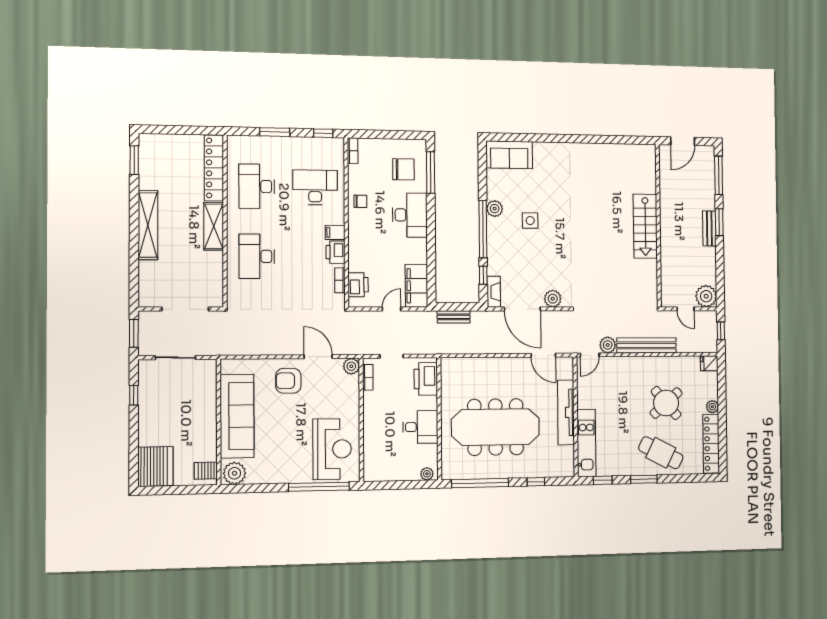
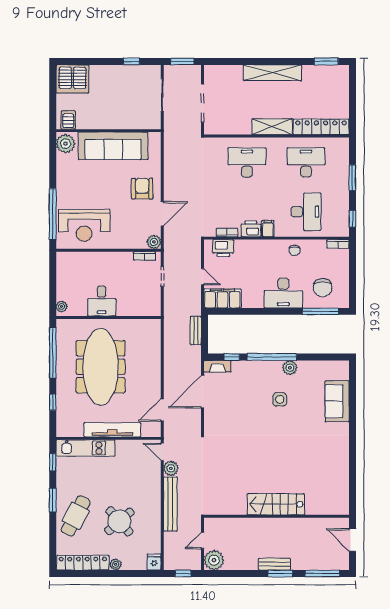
sofa: (509, 155) -> (337, 401), moved
plant: (553, 299) -> (212, 419), removed
printer: (426, 379) -> (143, 306), removed

